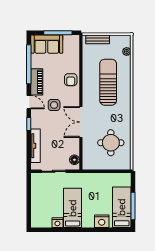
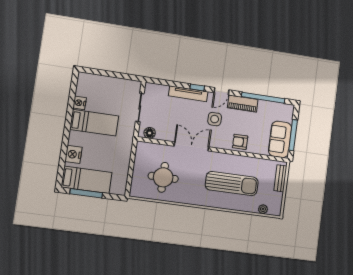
sofa: (47, 44) -> (280, 139), moved
tv unit: (35, 146) -> (188, 94), moved

